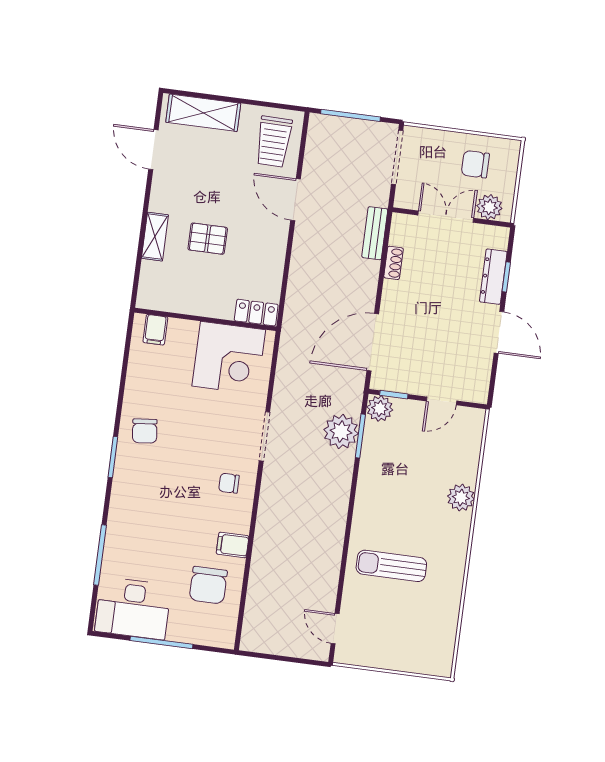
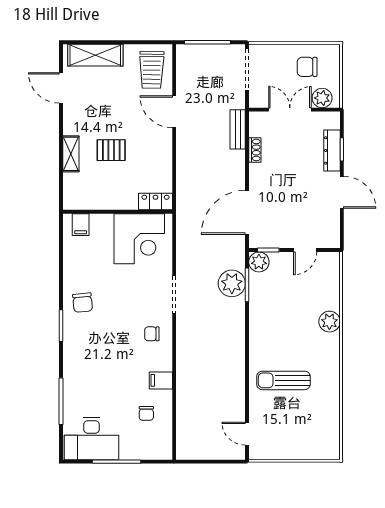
chair: (208, 585) -> (146, 413), width x0.54, depth x0.54

